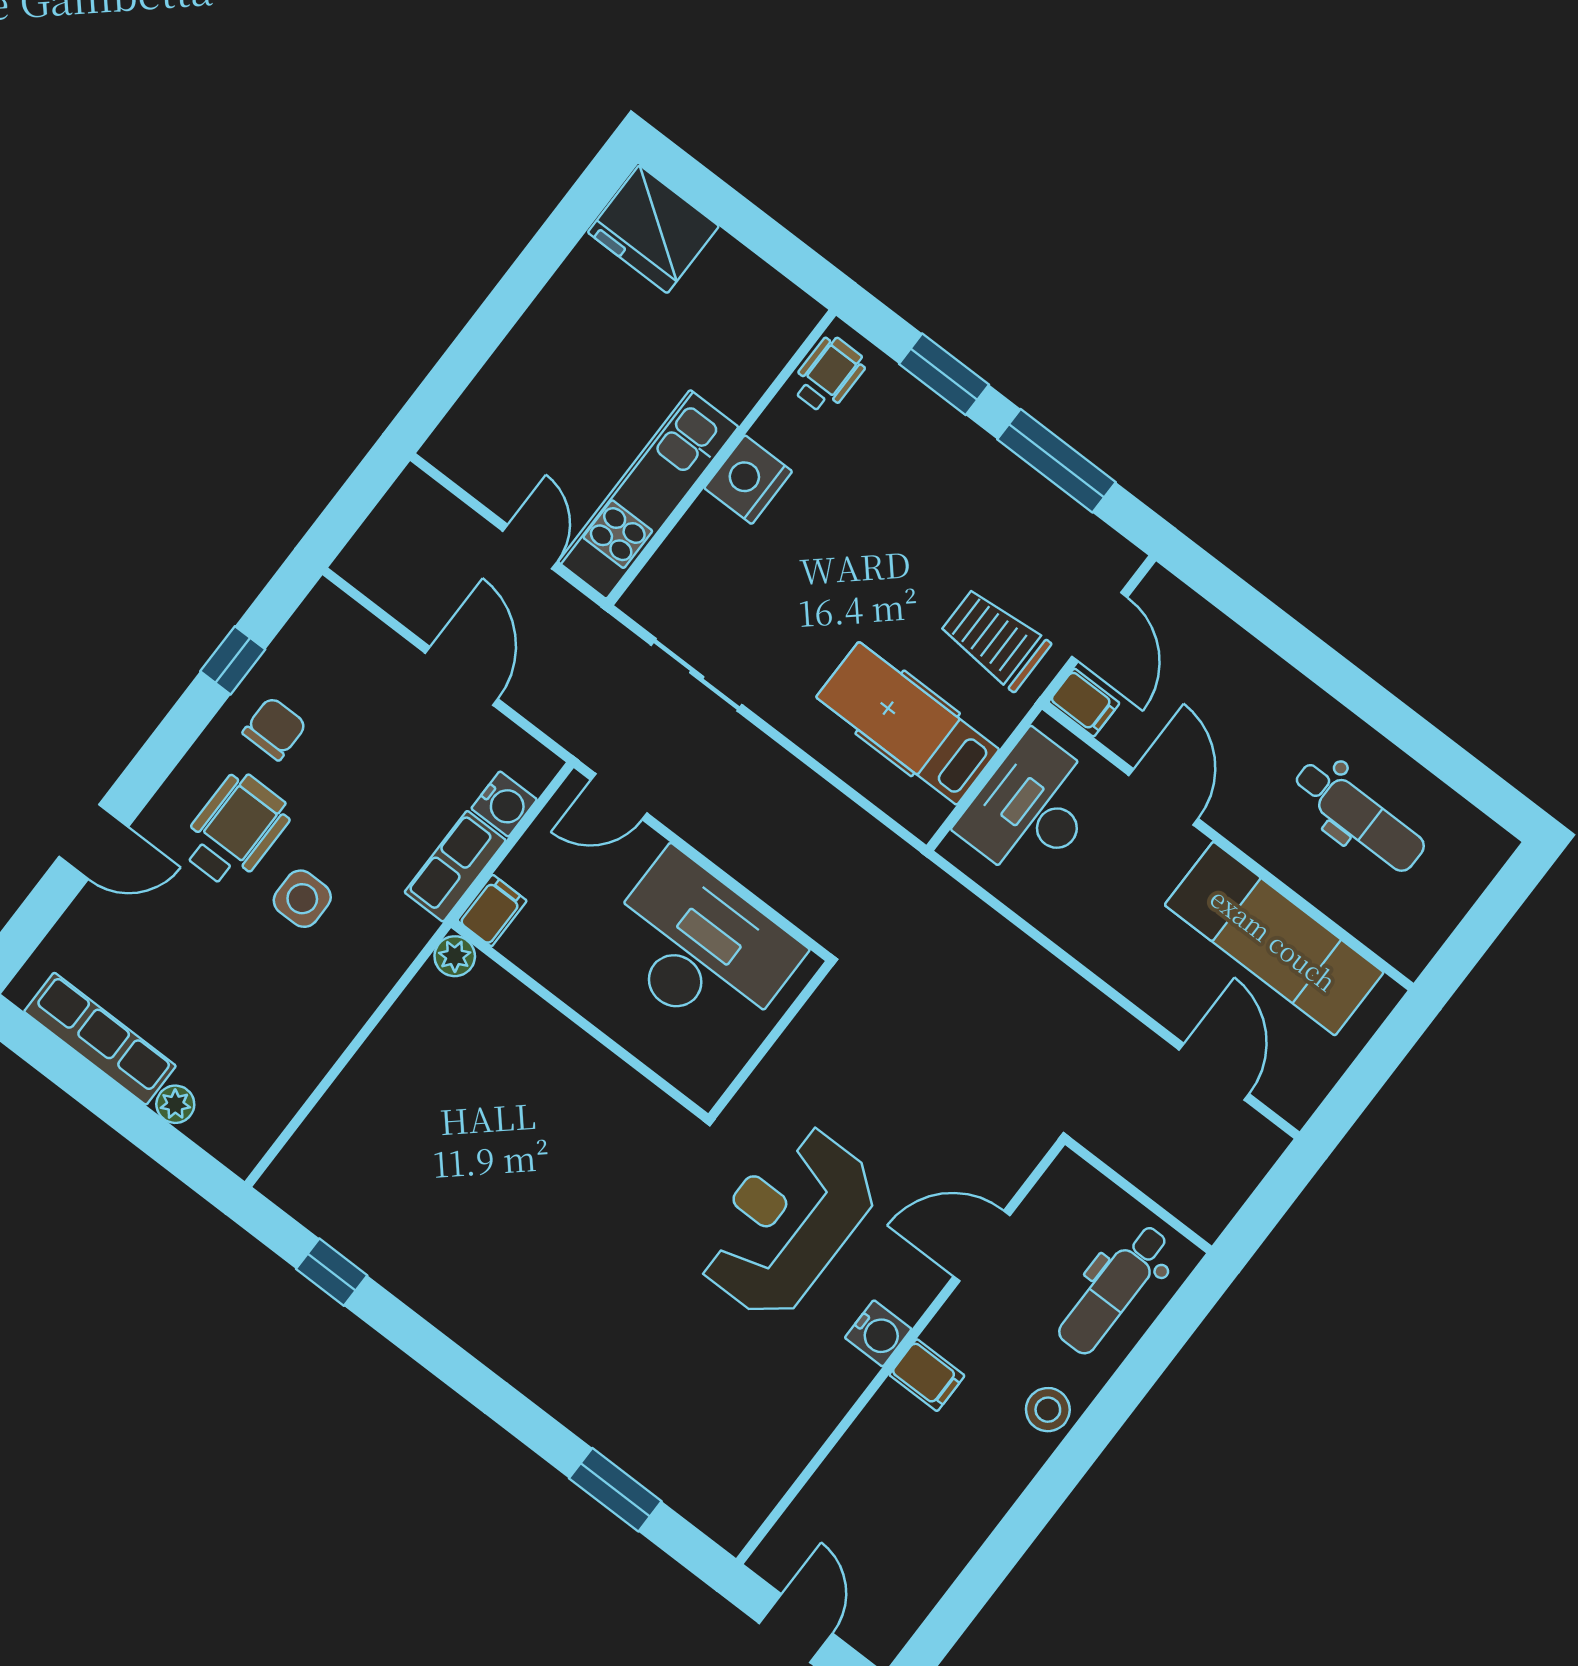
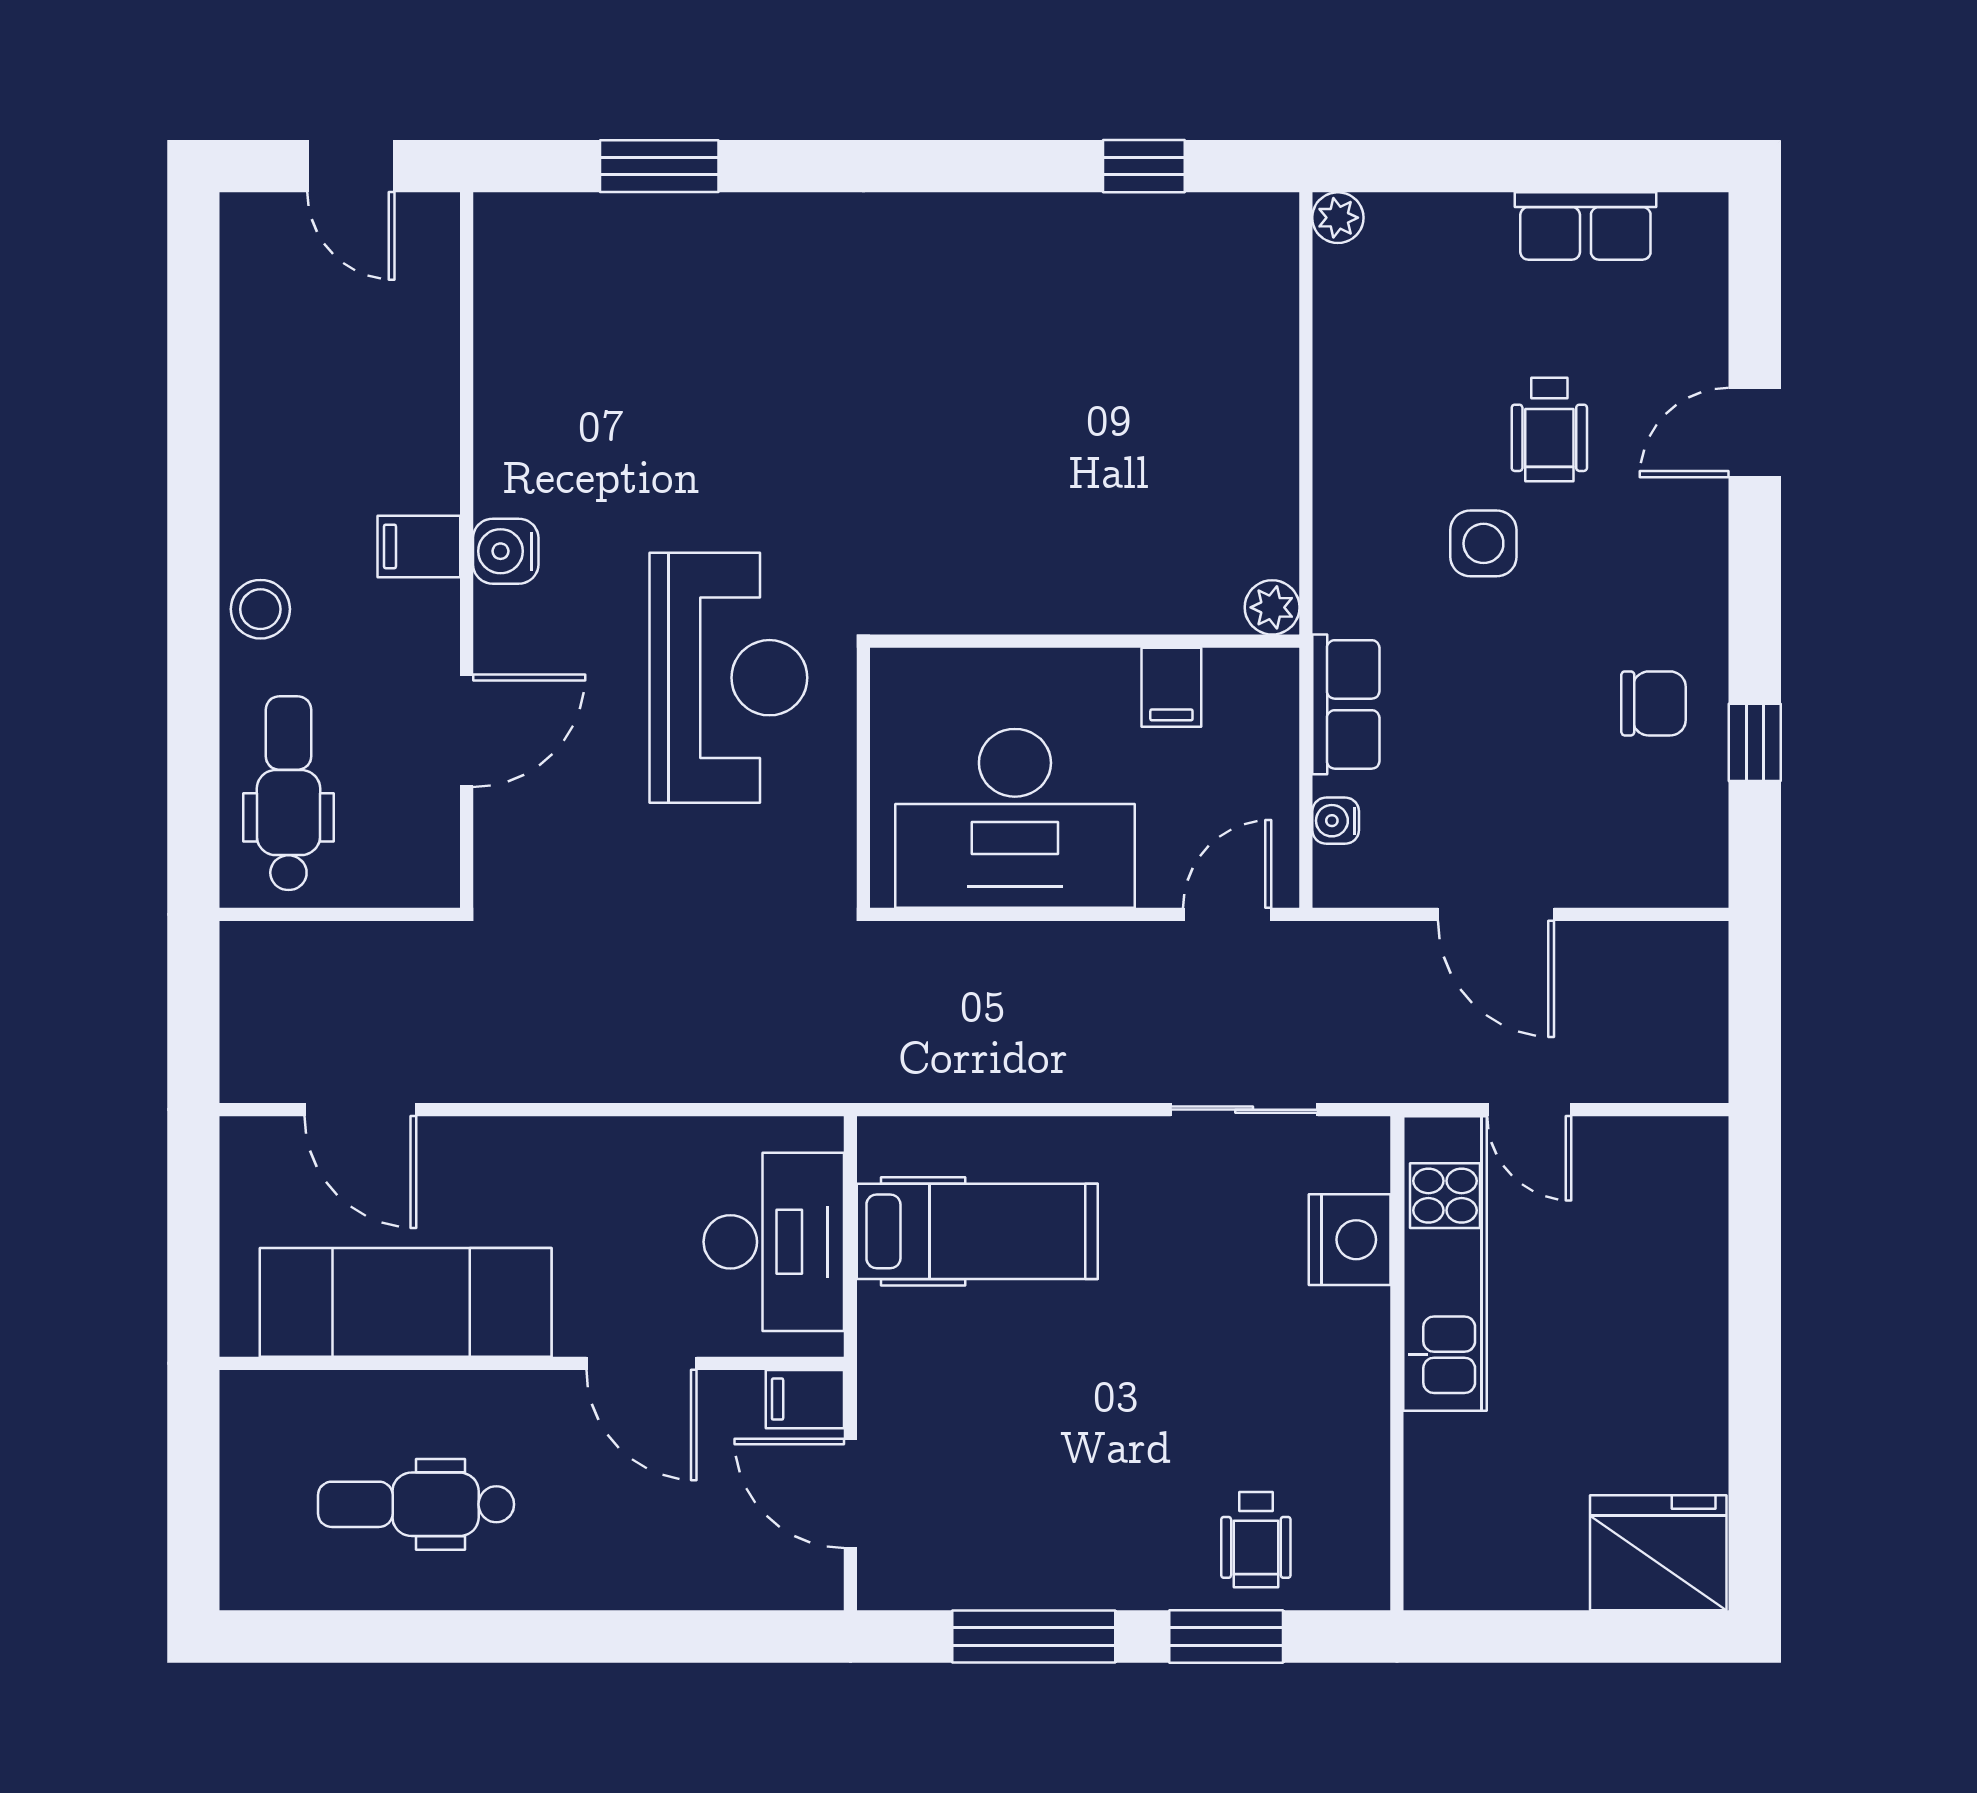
wheelchair: (828, 375) -> (1256, 1540), moved
nightstand: (748, 480) -> (1350, 1240), moved
trolley: (995, 639) -> (953, 1394), removed
chair: (275, 729) -> (1653, 703), turned -90
water cooler: (504, 804) -> (1336, 821), width x0.72, depth x0.72
wheelchair: (235, 830) -> (1549, 430), moved, width x0.73, depth x0.73
filing cabinet: (492, 911) -> (1171, 687), moved
row of seats: (100, 1039) -> (1585, 226), width x0.68
plant: (175, 1104) -> (1338, 218), moved
reception desk: (787, 1222) -> (728, 678), moved

